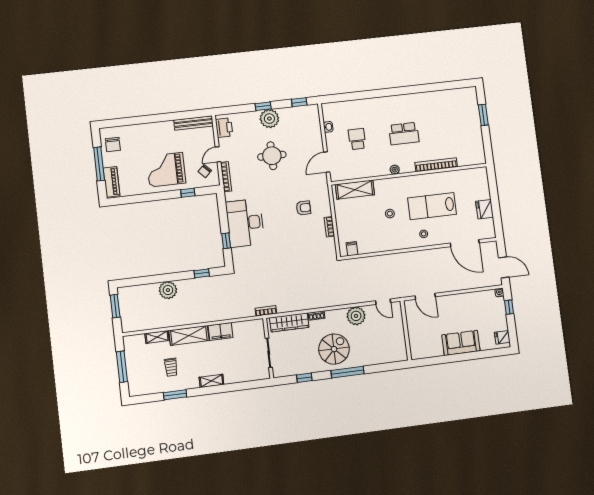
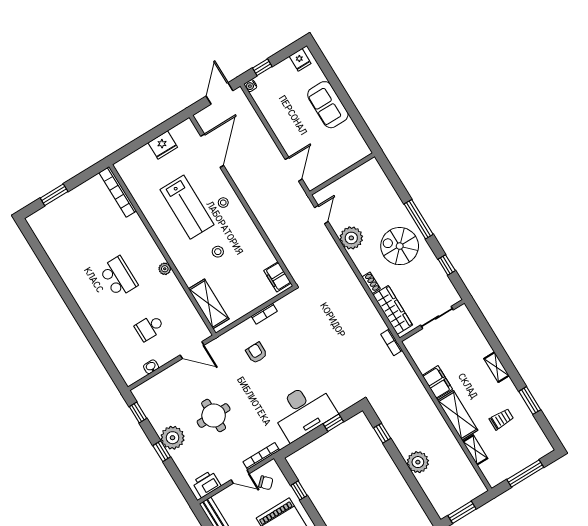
bookcase: (436, 165) -> (118, 192), moved
filing cabinet: (352, 249) -> (277, 277), width x2.00

